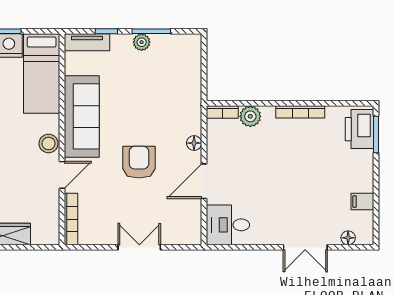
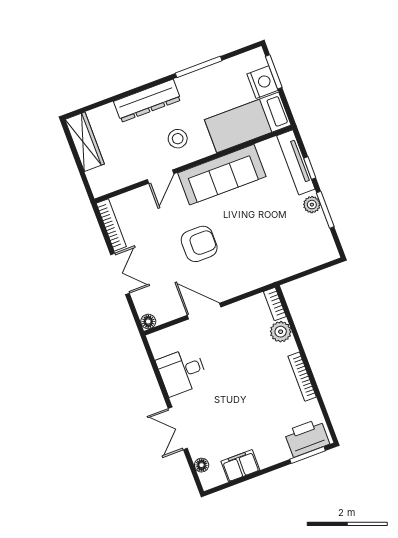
tv unit: (87, 42) -> (296, 162), width x1.41
floor lamp: (194, 143) -> (148, 321), moved
stool: (49, 144) -> (178, 139), moved
door: (62, 175) -> (161, 177), hinge flipped
filing cabinet: (362, 201) -> (240, 466), width x2.00
bookcase: (71, 219) -> (111, 225), moved, turned -90
desk: (228, 225) -> (182, 371), moved, turned -90

